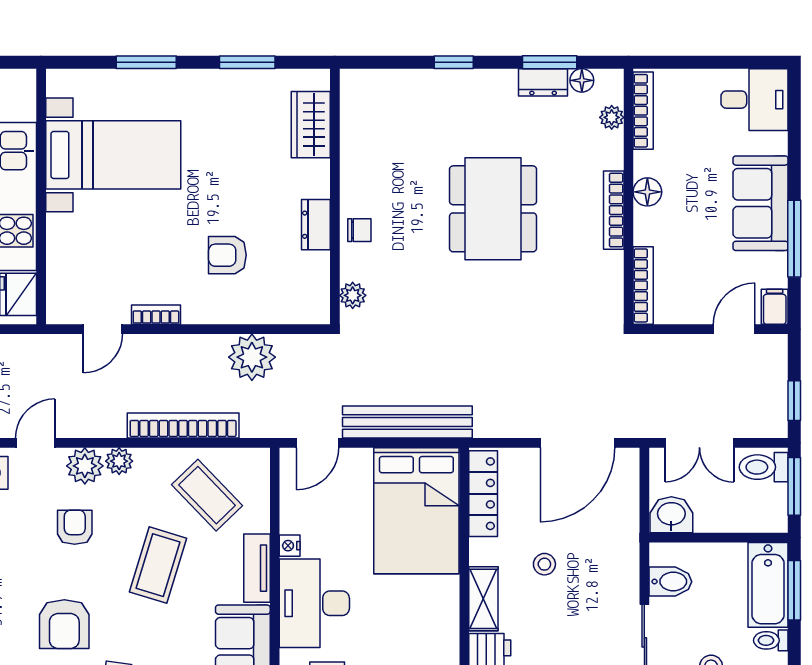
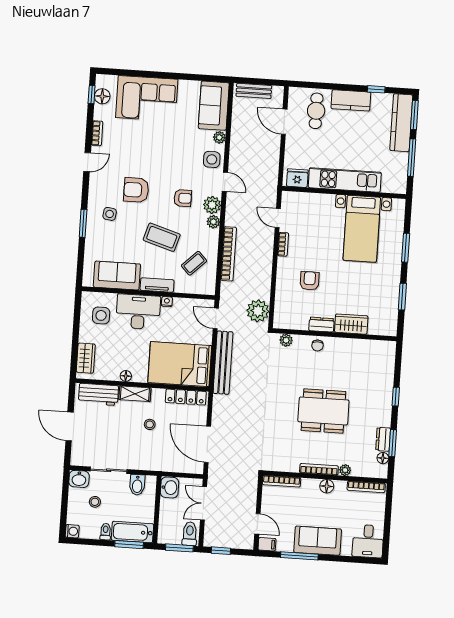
plant: (612, 117) -> (345, 470), moved
wardrobe: (311, 125) -> (351, 324), moved
plant: (252, 357) -> (258, 311), moved
coffee table: (207, 495) -> (194, 263), width x0.73, depth x0.77
floor lamp: (448, 620) -> (126, 376), added

